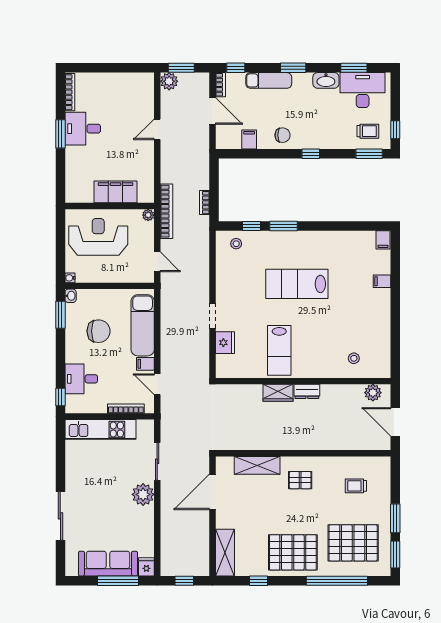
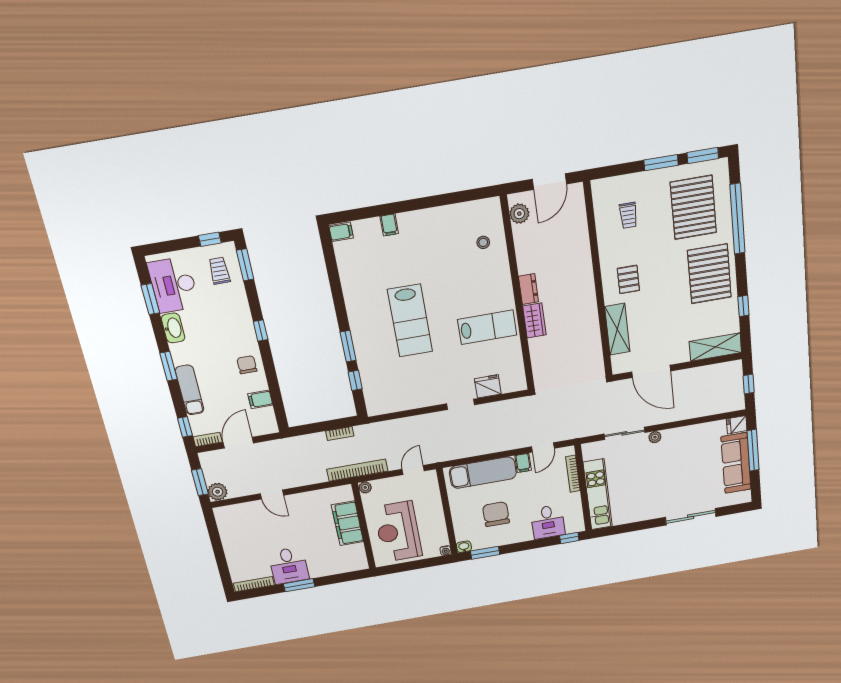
stool: (236, 244) -> (378, 393), removed
plant: (143, 494) -> (655, 437), width x0.53, depth x0.53

